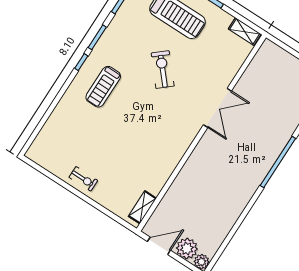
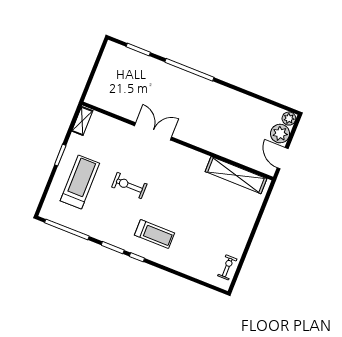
exercise bike: (163, 69) -> (129, 186), turned 41
exercise bike: (83, 179) -> (227, 267), moved
shelving: (142, 207) -> (236, 175), width x2.20, depth x1.33

